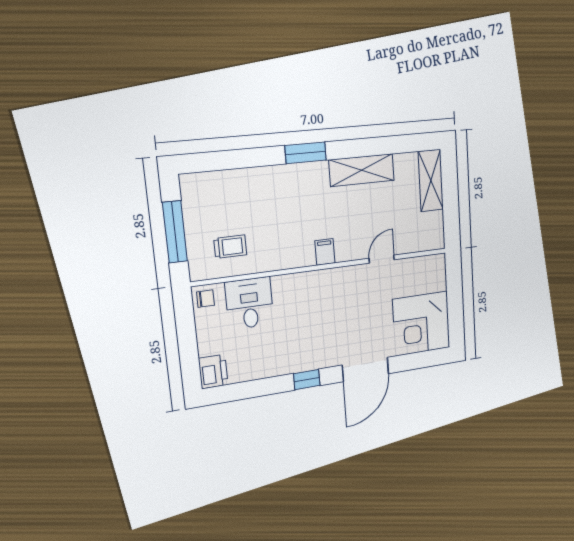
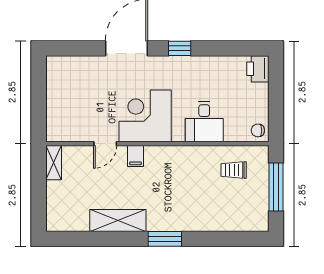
shelving: (431, 181) -> (54, 163), moved, width x0.67, depth x0.75
filing cabinet: (325, 252) -> (135, 156), moved
desk: (249, 303) -> (204, 122), moved
corner desk: (421, 324) -> (145, 116), moved, turned -90

